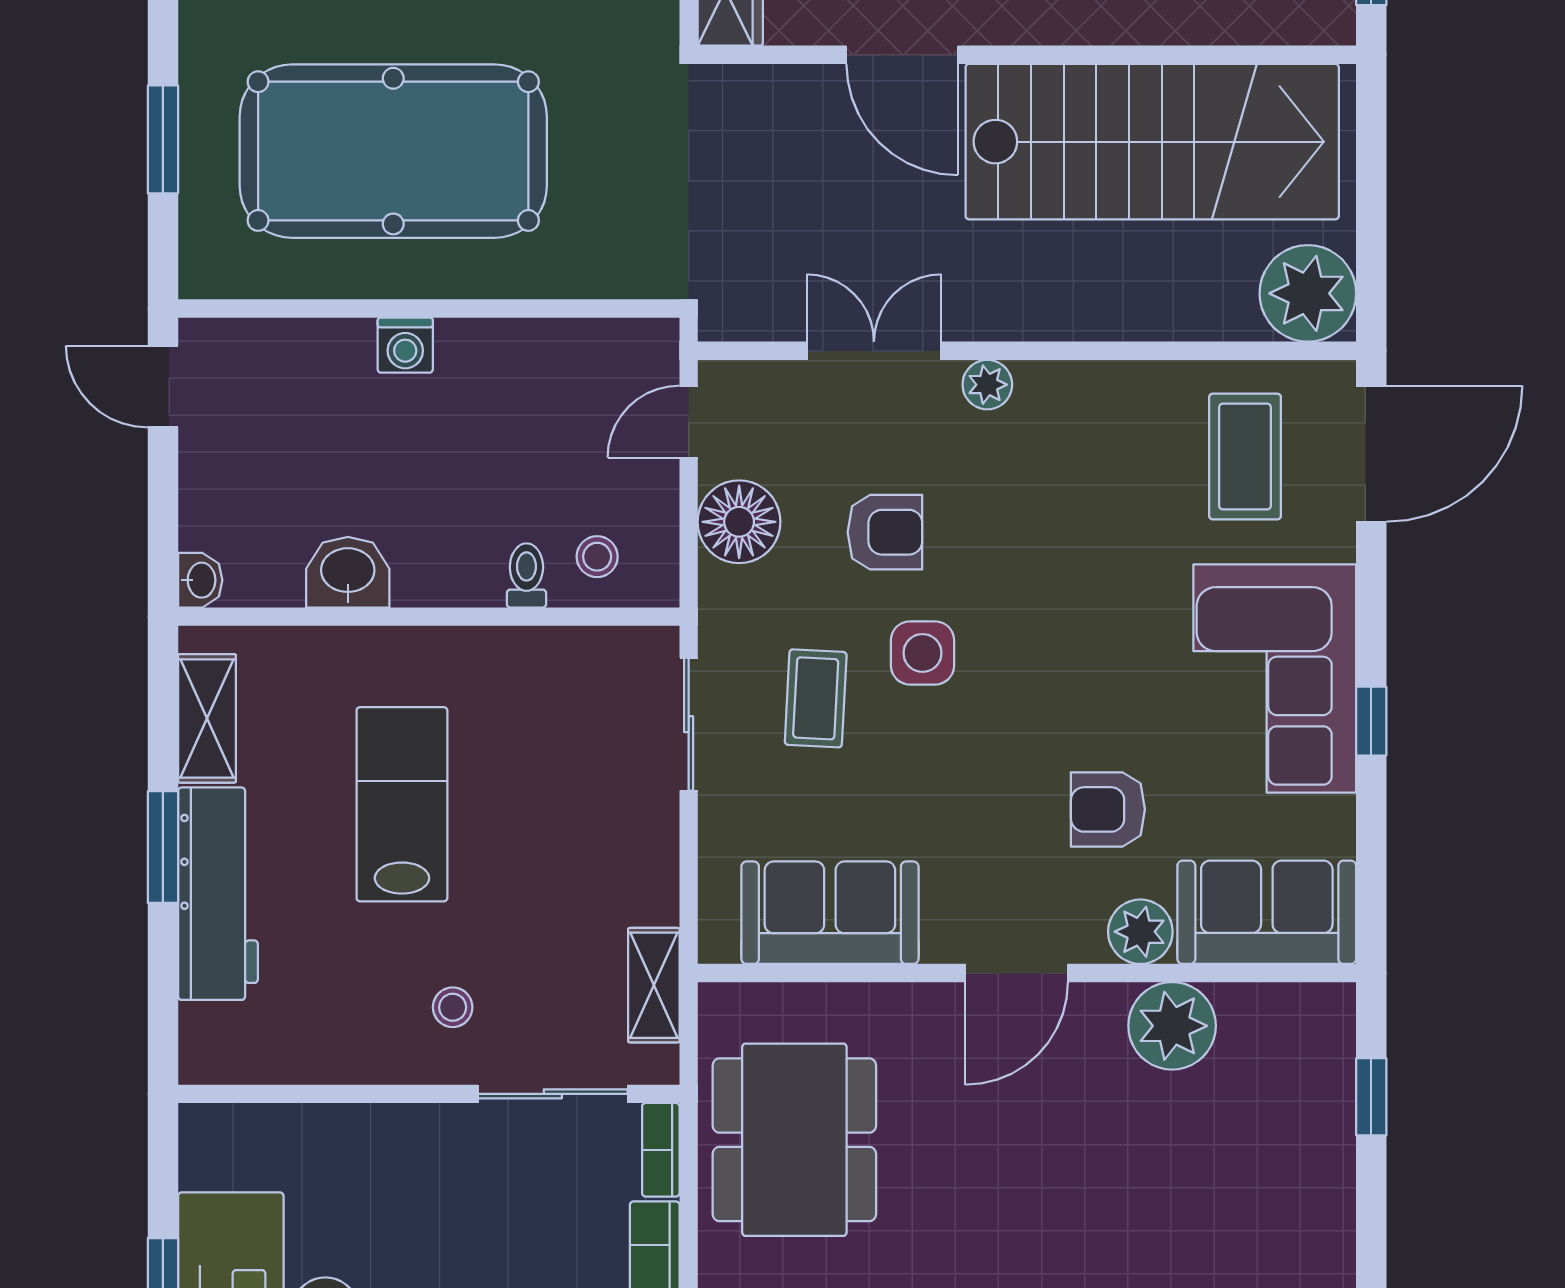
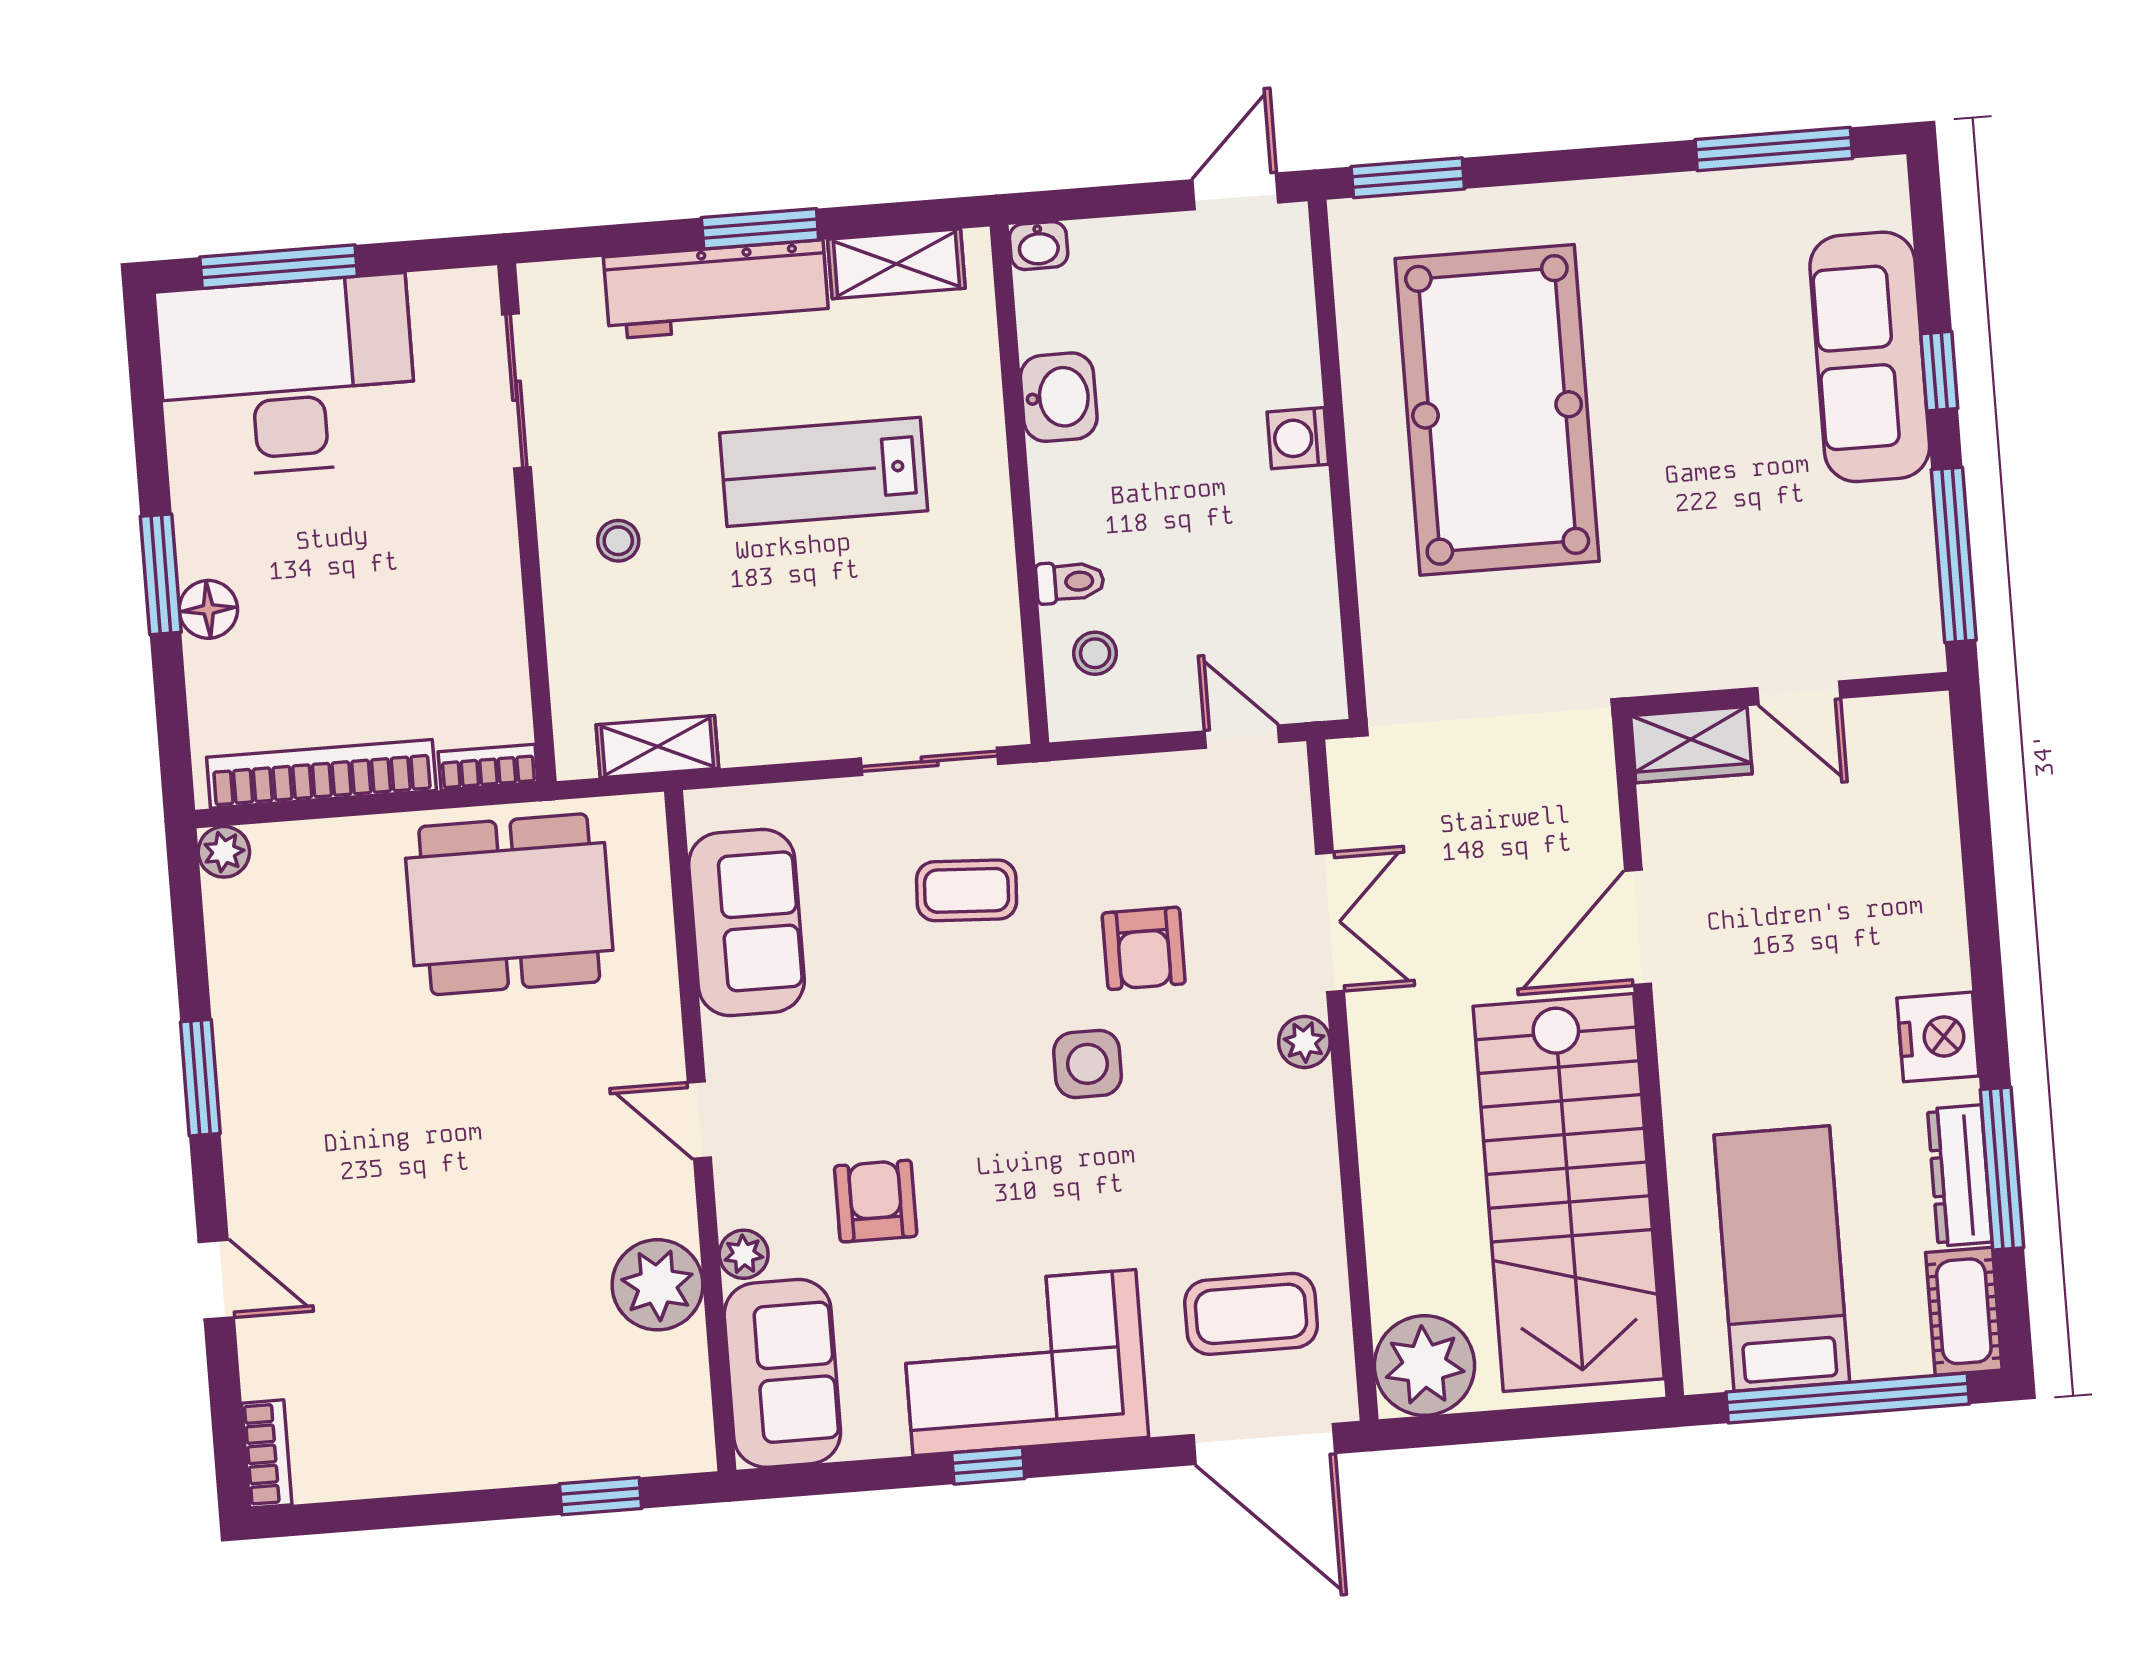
window: (163, 139) -> (1408, 178), moved
floor lamp: (739, 522) -> (1143, 797), removed
side table: (922, 653) -> (1087, 1064), moved
lab bench: (402, 804) -> (824, 472), turned 180
plant: (1140, 932) -> (744, 1254), width x0.73, depth x0.73
door: (1017, 973) -> (699, 1120), width x0.73
sliding door: (553, 1094) -> (516, 391), moved

